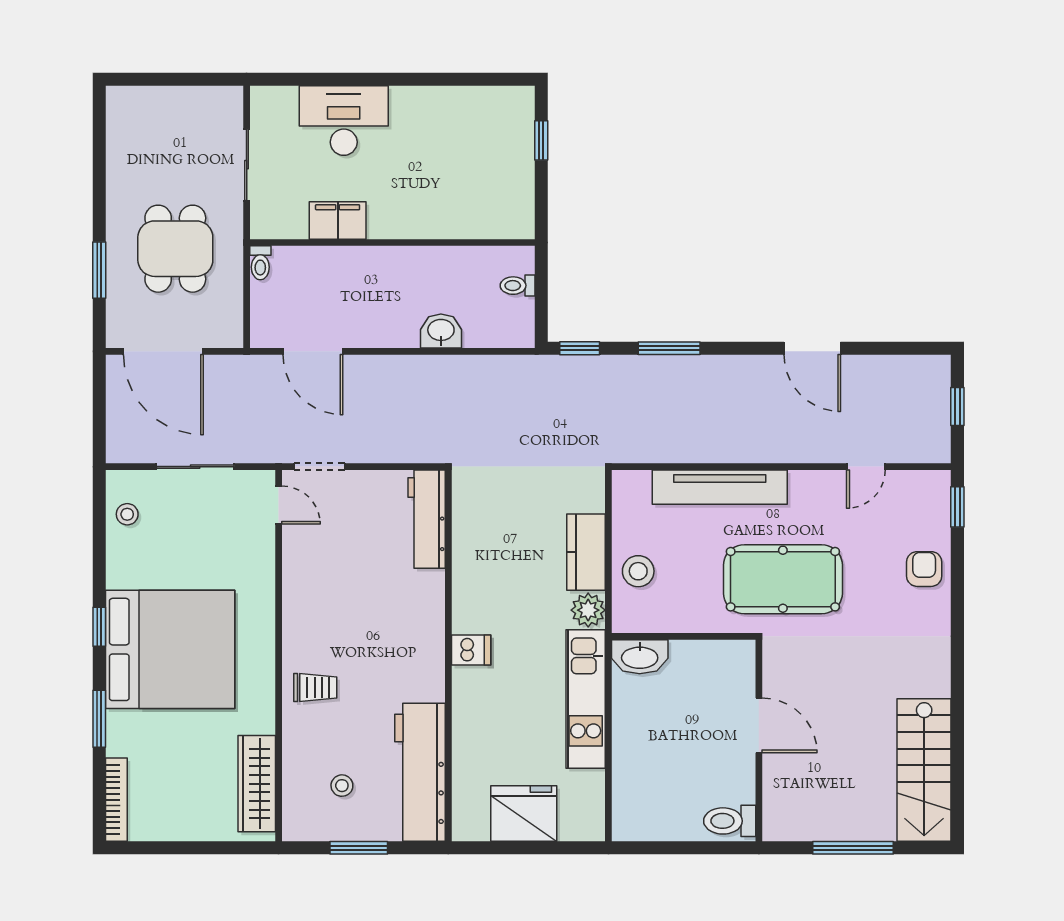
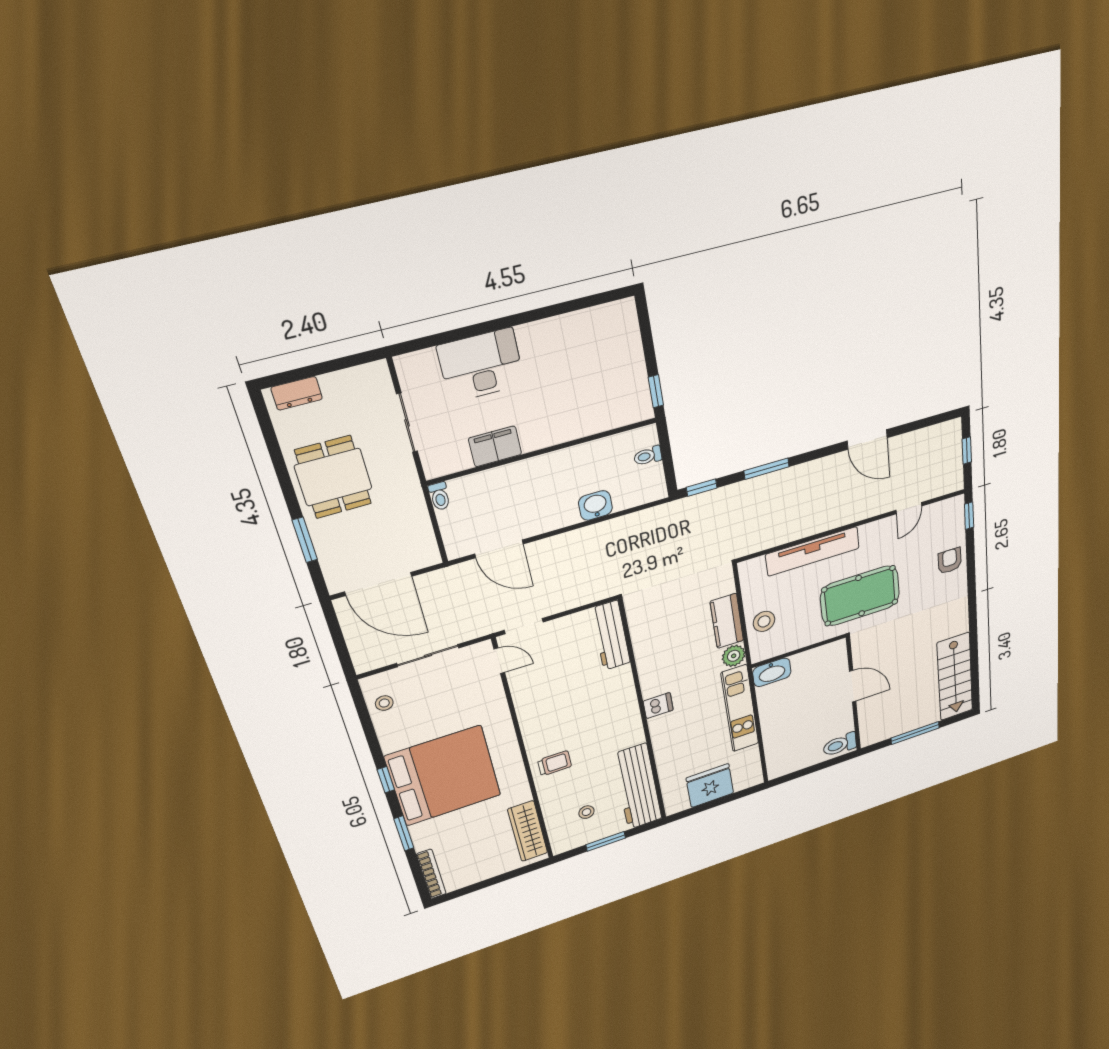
dresser: (141, 99) -> (297, 393), added
window: (541, 140) -> (656, 391), moved
dining table: (175, 249) -> (333, 477), moved

